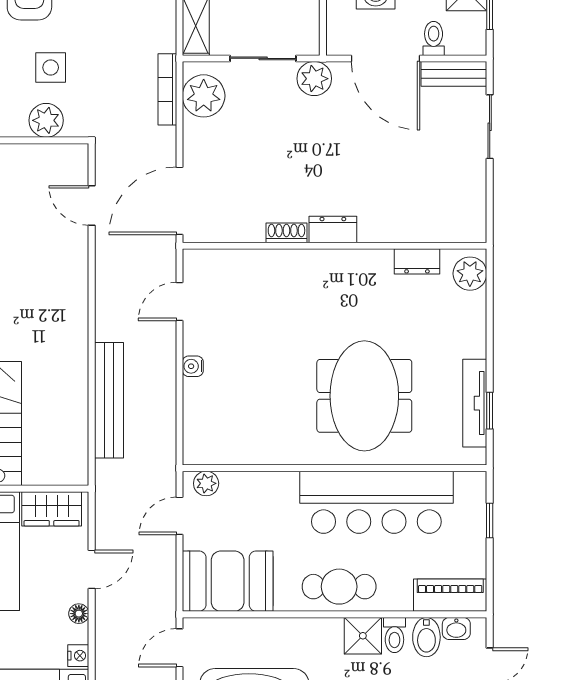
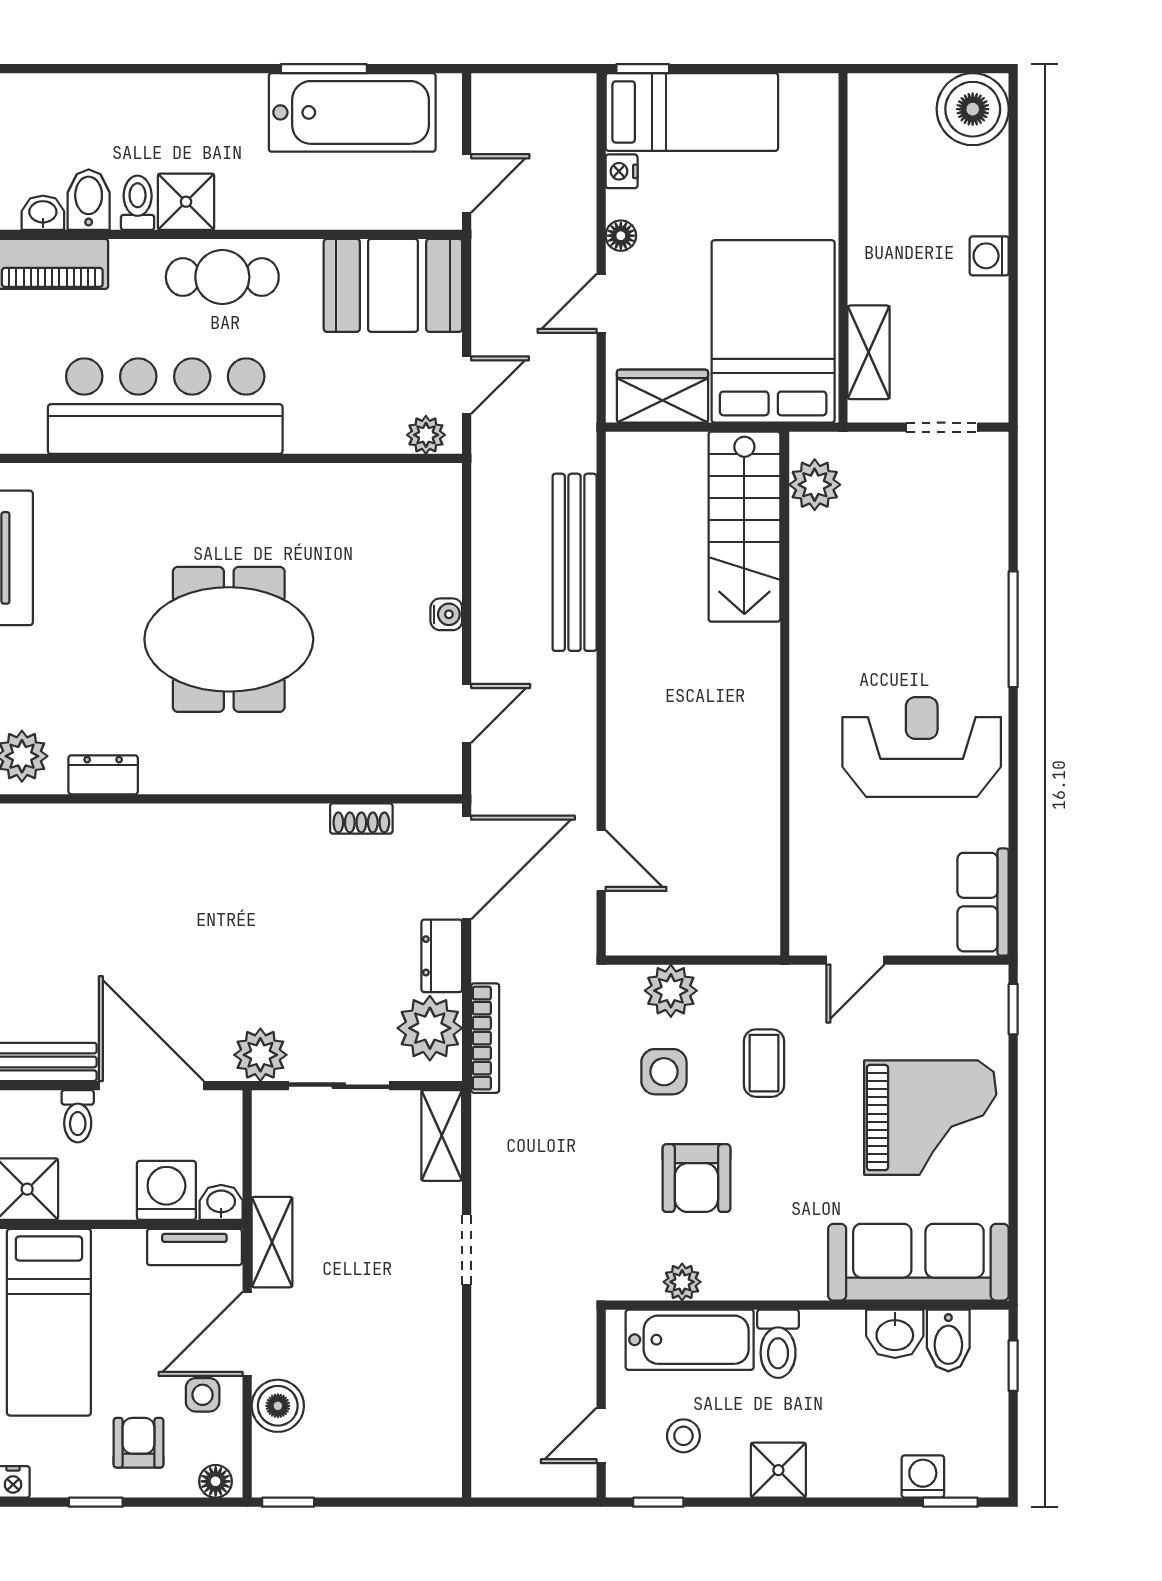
dresser: (333, 229) -> (442, 956), moved, turned 90
shoe rack: (286, 233) -> (361, 818), moved
meeting table: (364, 396) -> (229, 639), moved, turned 90

